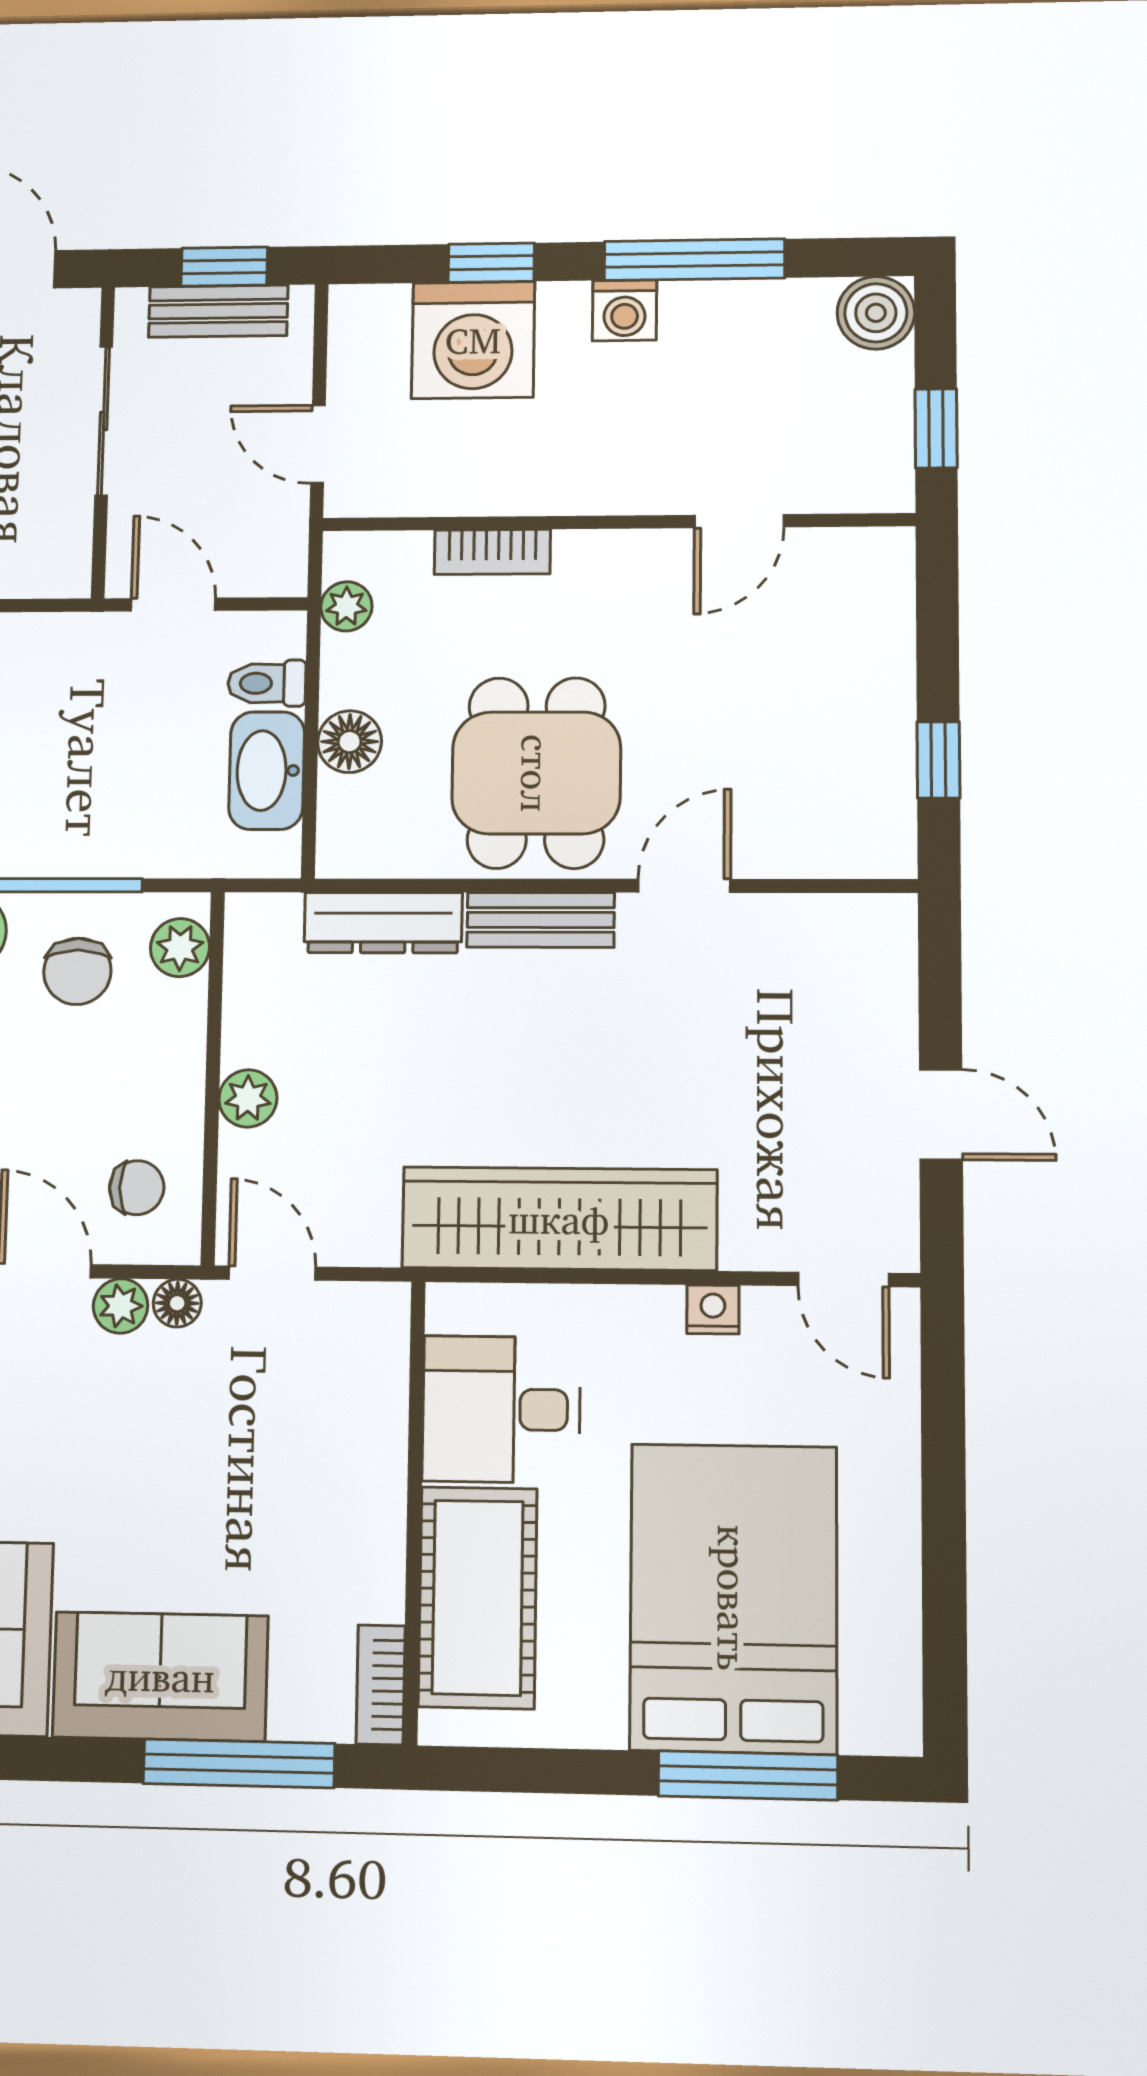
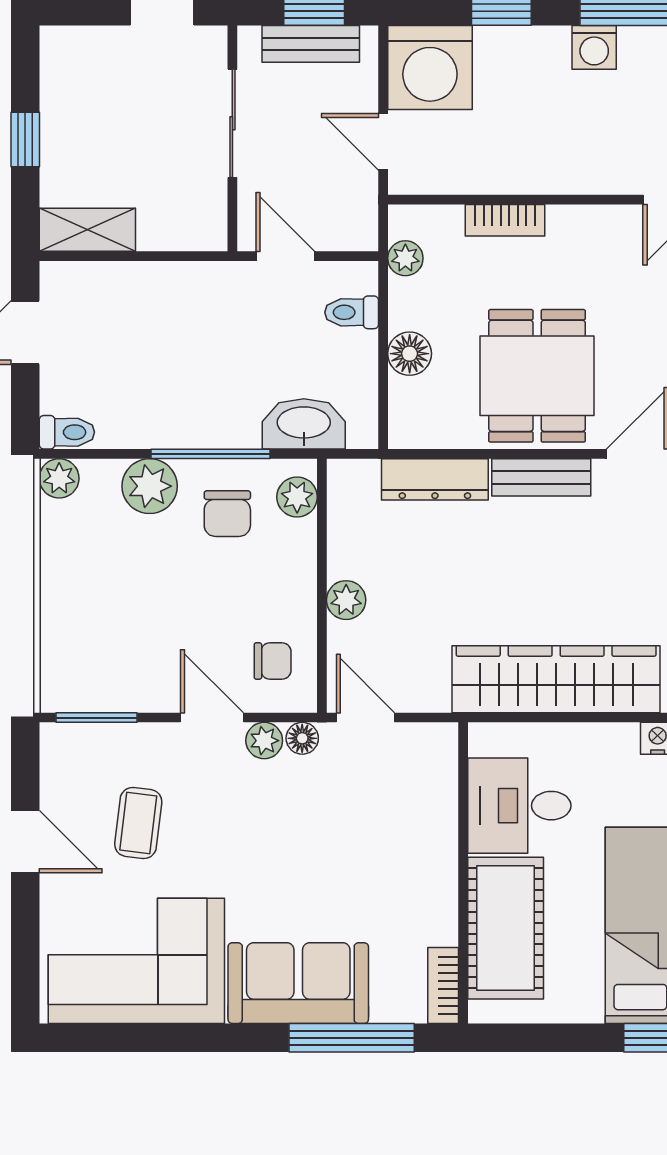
washing machine: (473, 340) -> (430, 68), moved
washbasin: (267, 771) -> (304, 424), moved, turned 90

